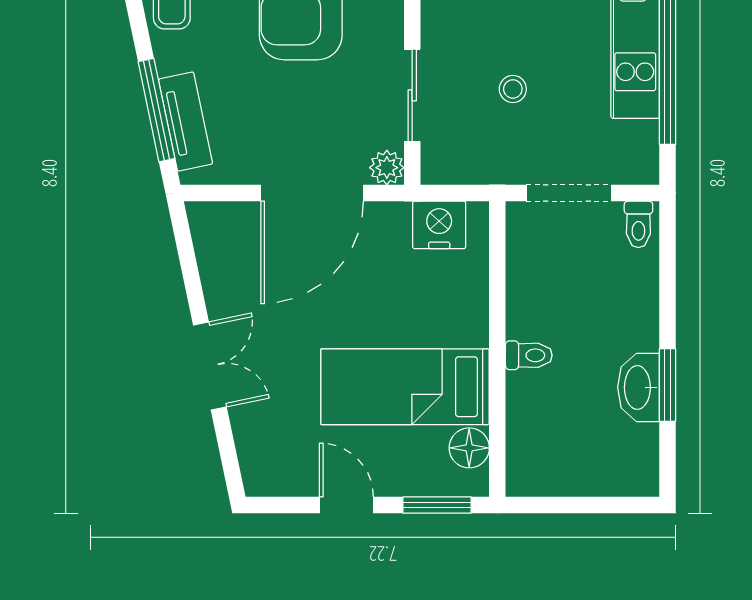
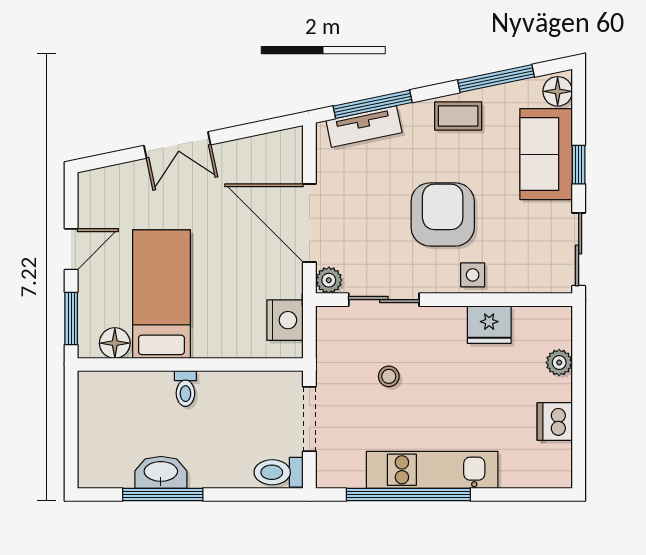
toilet: (638, 224) -> (279, 472), width x1.37, depth x1.39
window: (668, 385) -> (163, 495), width x1.44

